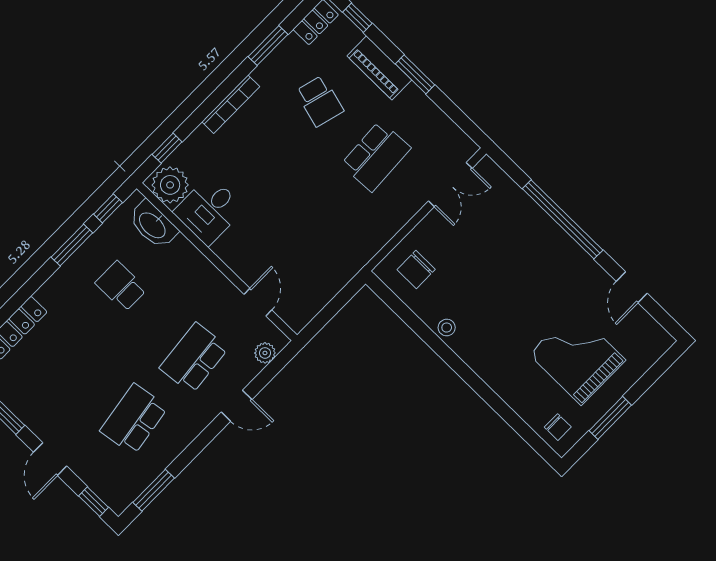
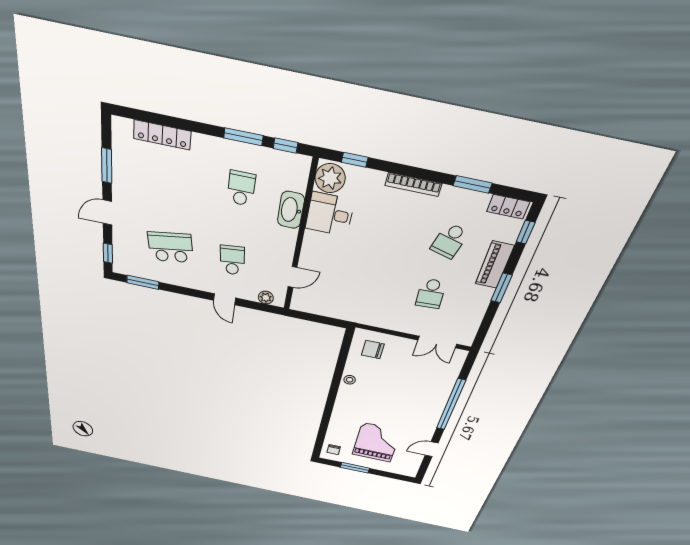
school desk: (376, 156) -> (431, 294), width x0.54
washbasin: (153, 225) -> (291, 210), moved
school desk: (194, 358) -> (232, 260), width x0.54

